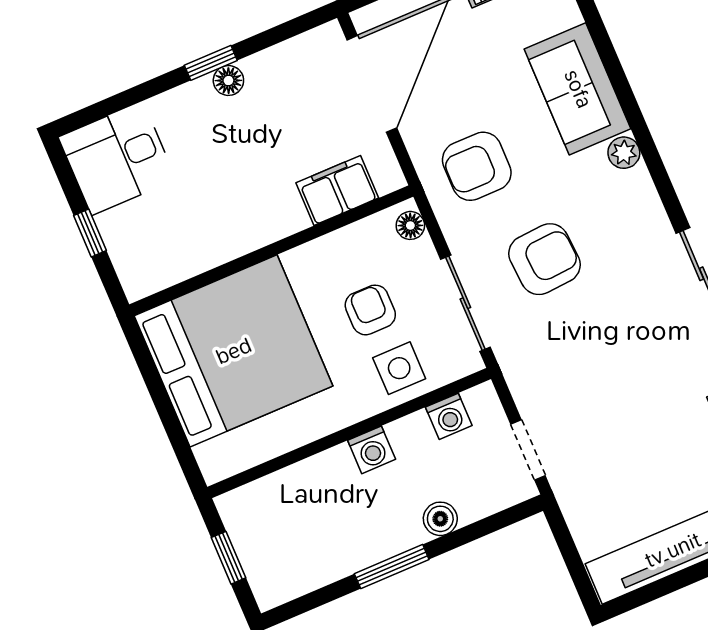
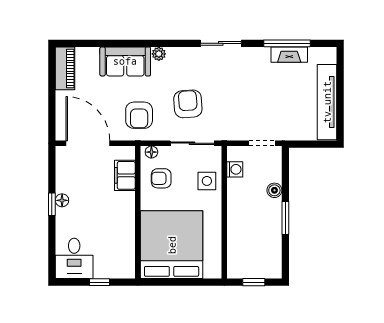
armchair: (370, 310) -> (161, 178), moved
washing machine: (372, 450) -> (235, 206), removed

